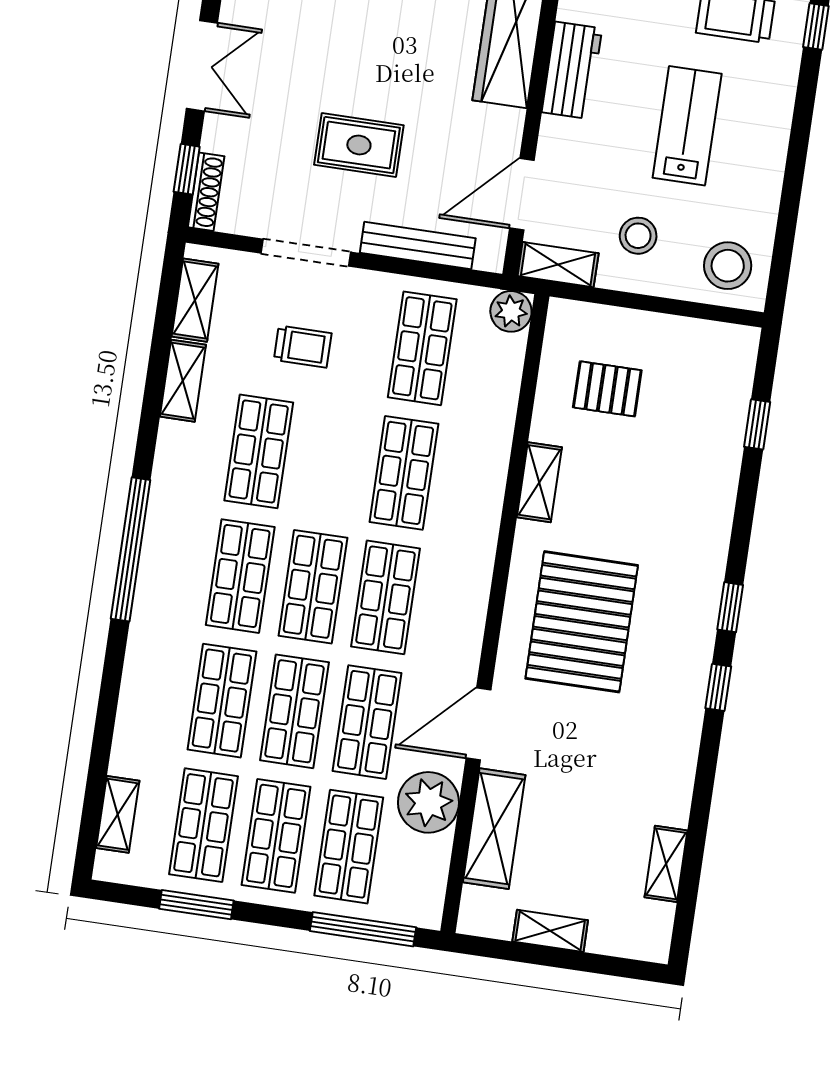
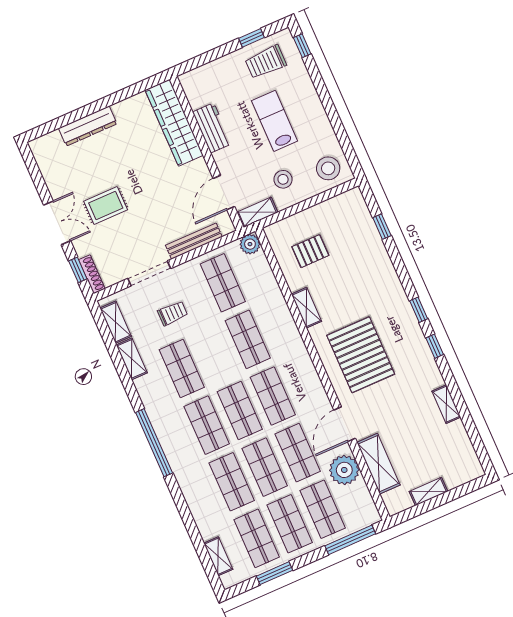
rug: (359, 145) -> (106, 205), moved
shelving: (666, 864) -> (446, 404), moved

